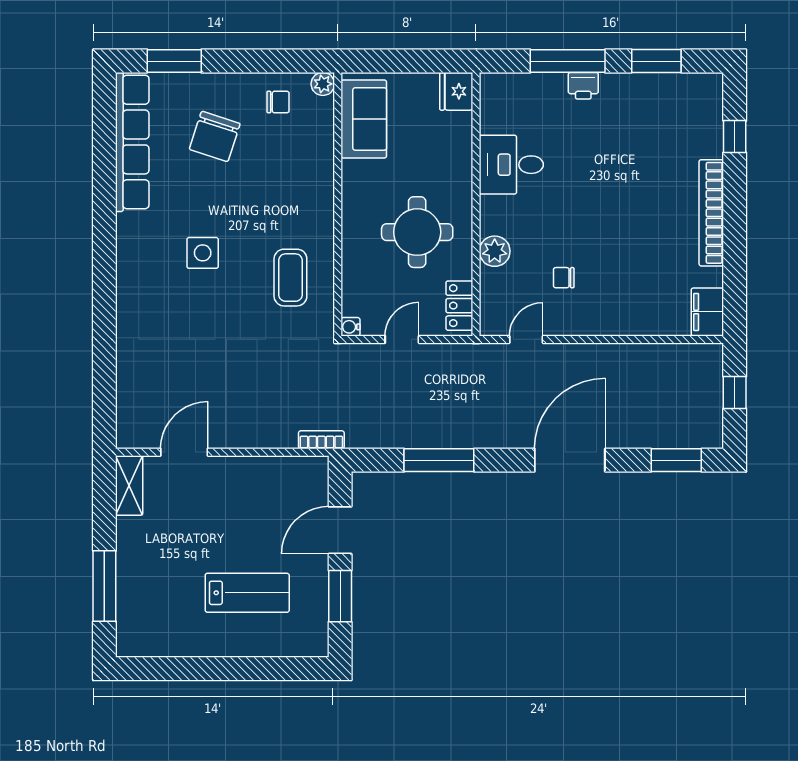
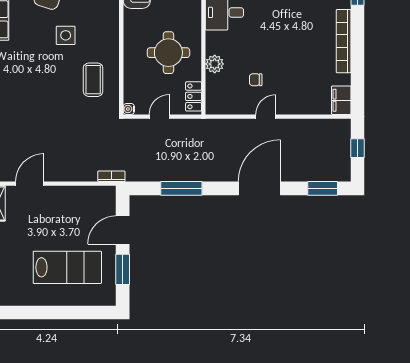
side table: (203, 253) -> (66, 35), moved
door: (526, 339) -> (266, 117), moved
lab bench: (247, 593) -> (67, 267), width x1.36, depth x1.39

